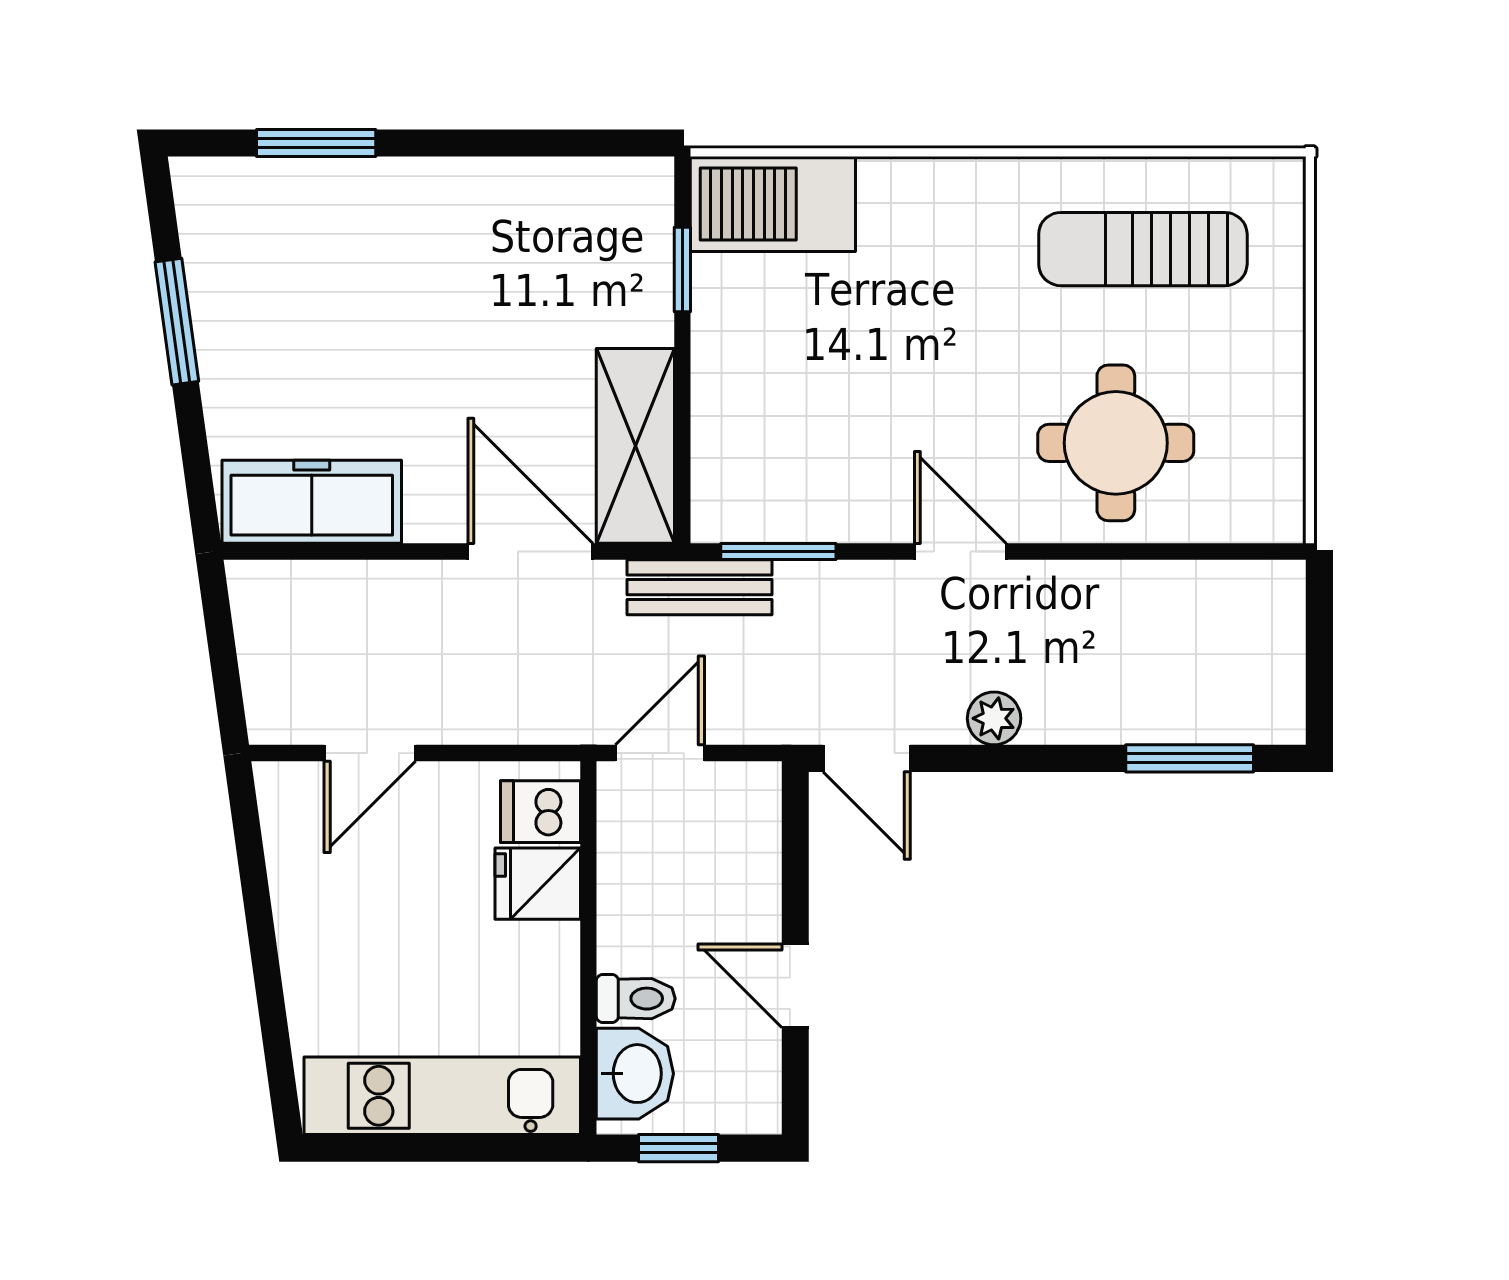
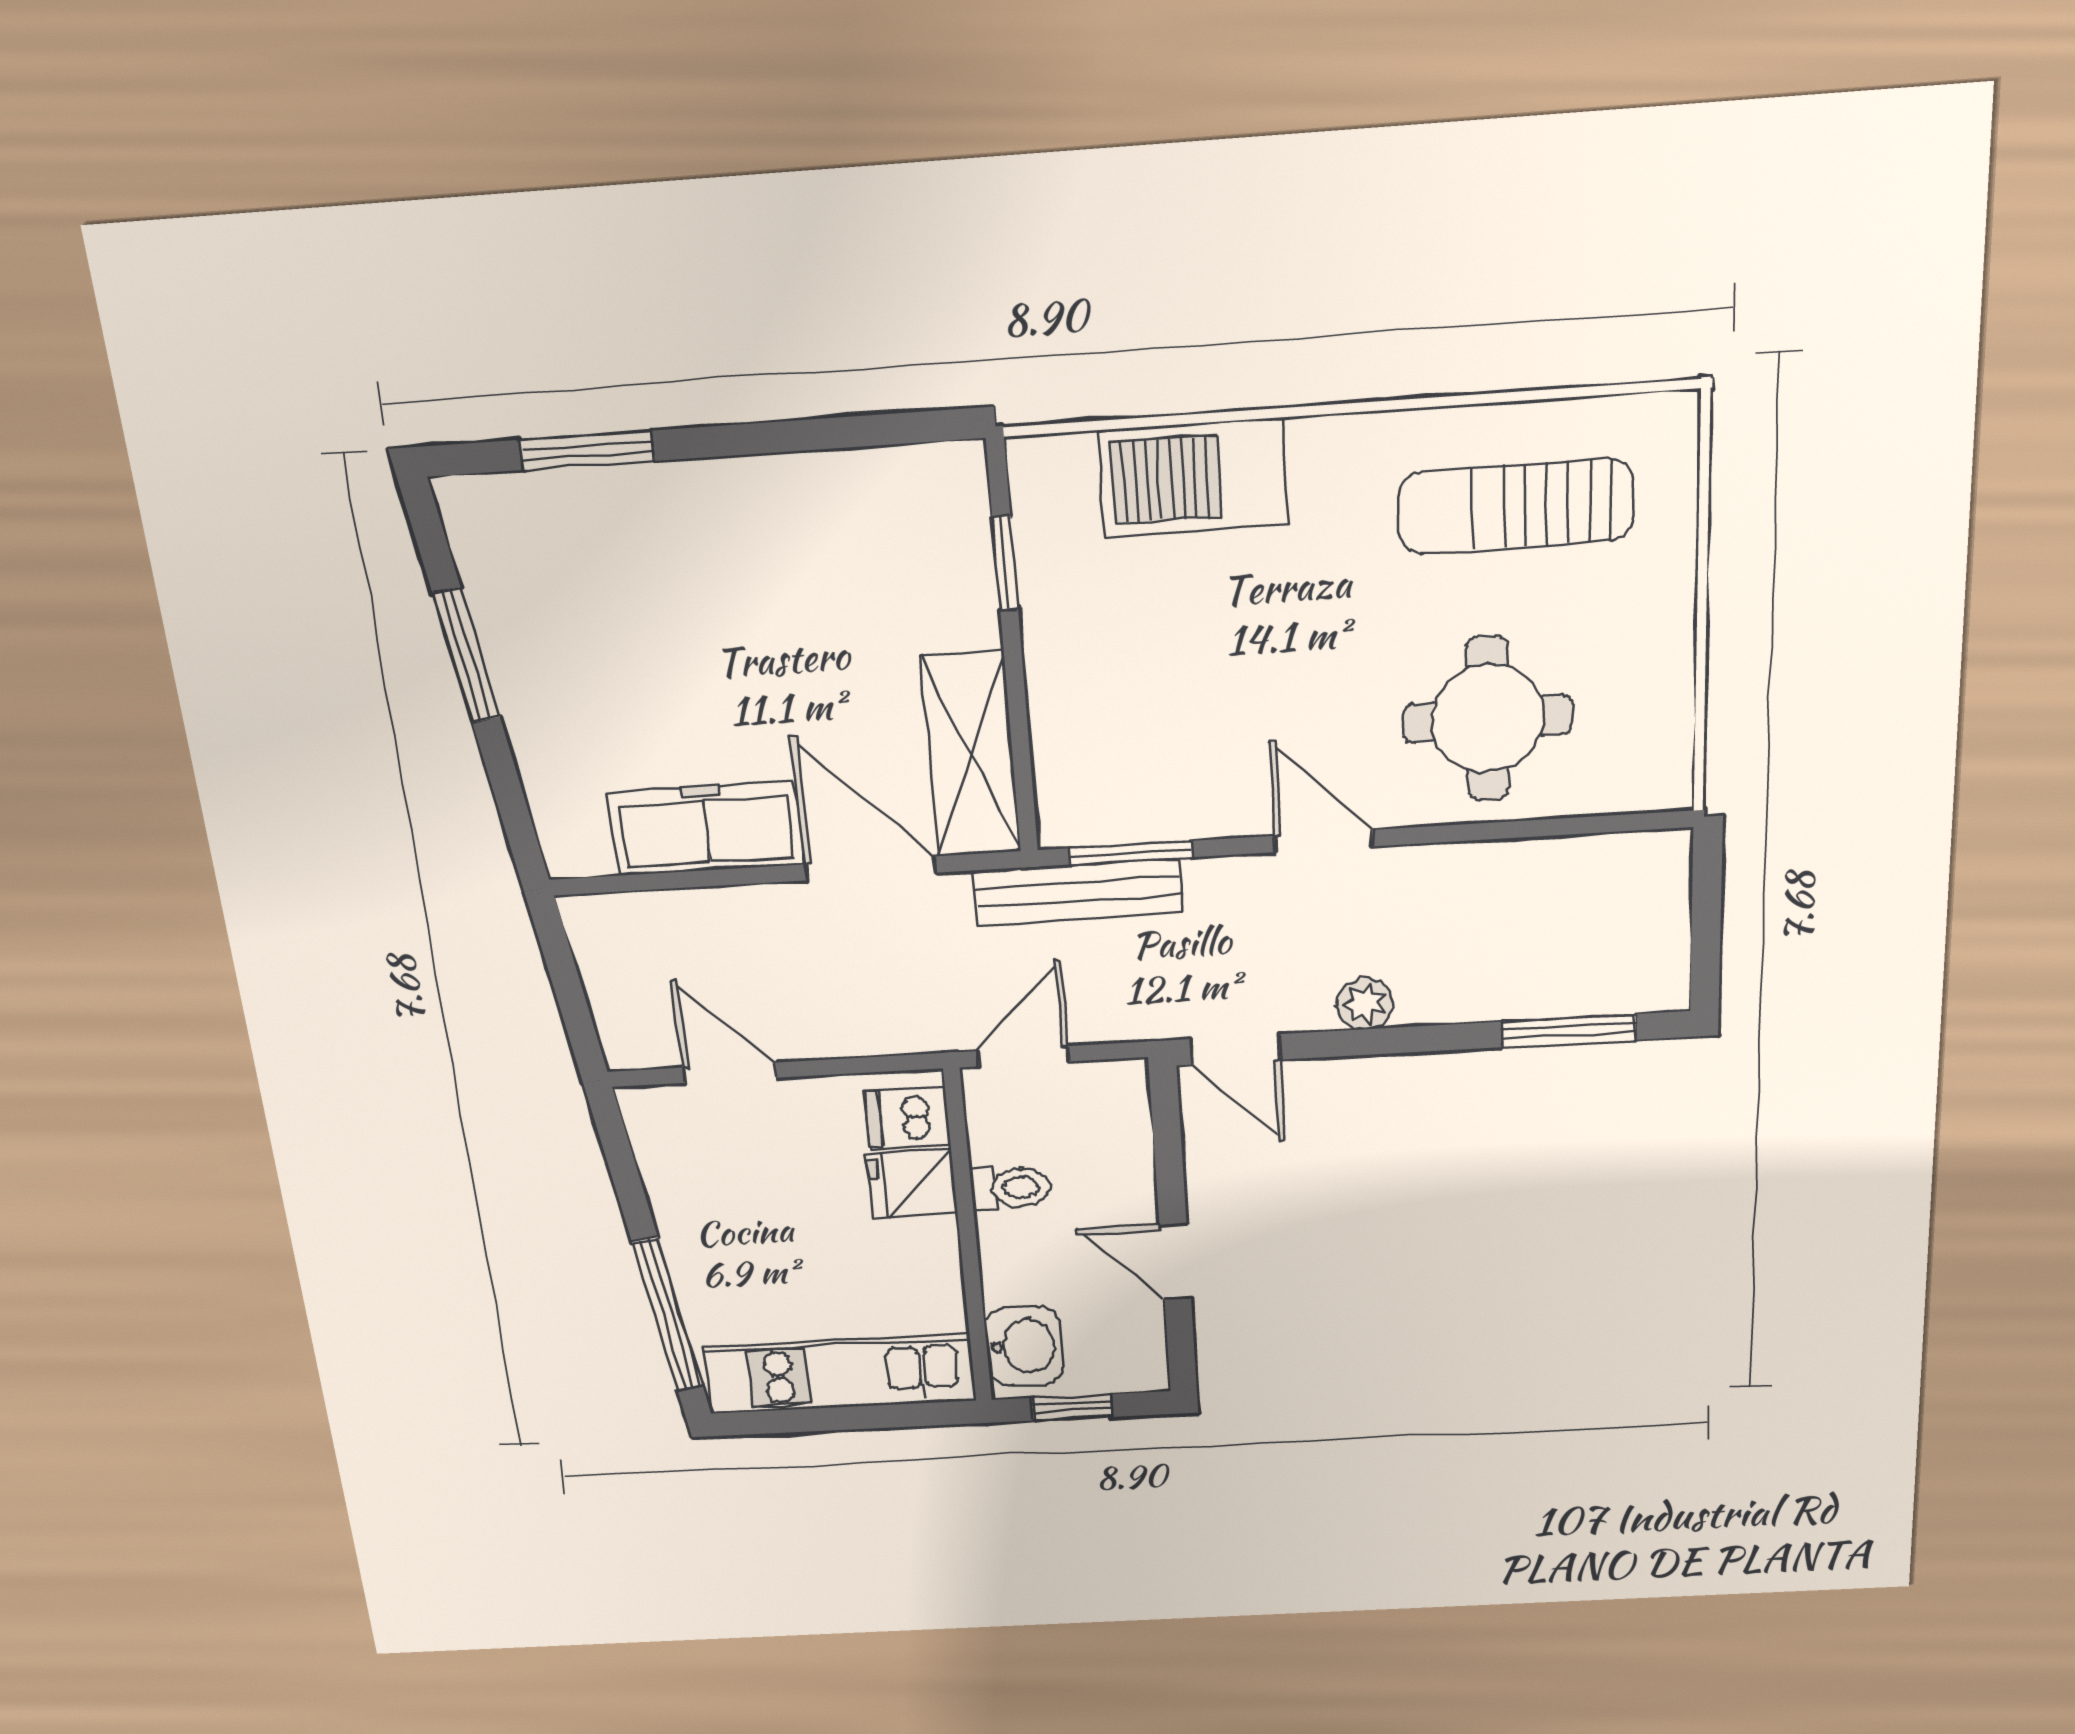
barbecue: (773, 204) -> (1193, 478), moved
freezer: (312, 502) -> (706, 828), moved
bench: (700, 587) -> (1078, 892), width x1.36
door: (370, 753) -> (730, 1073), swing flipped
toilet: (636, 999) -> (1010, 1188), moved
window: (273, 1016) -> (668, 1314), added

